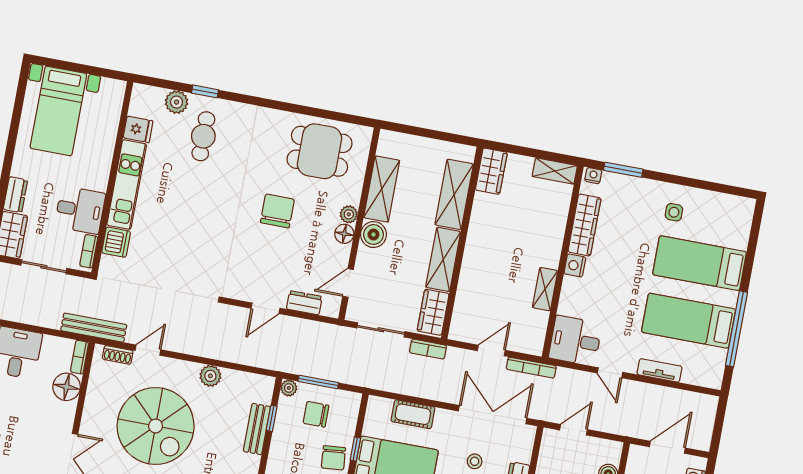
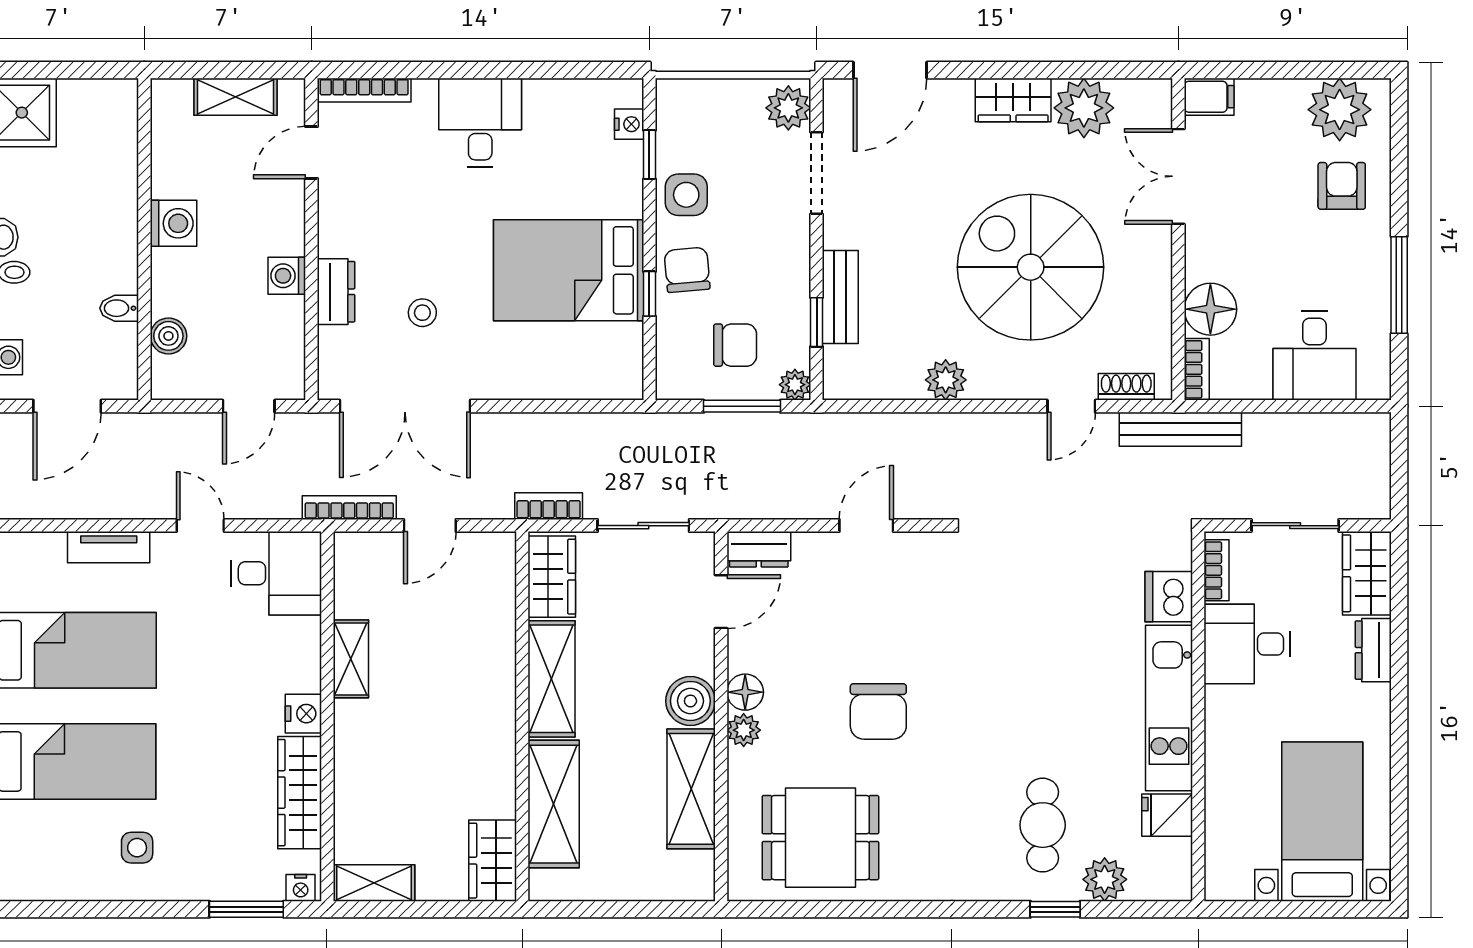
dresser: (304, 303) -> (759, 549), moved
cot: (413, 414) -> (554, 379), removed

